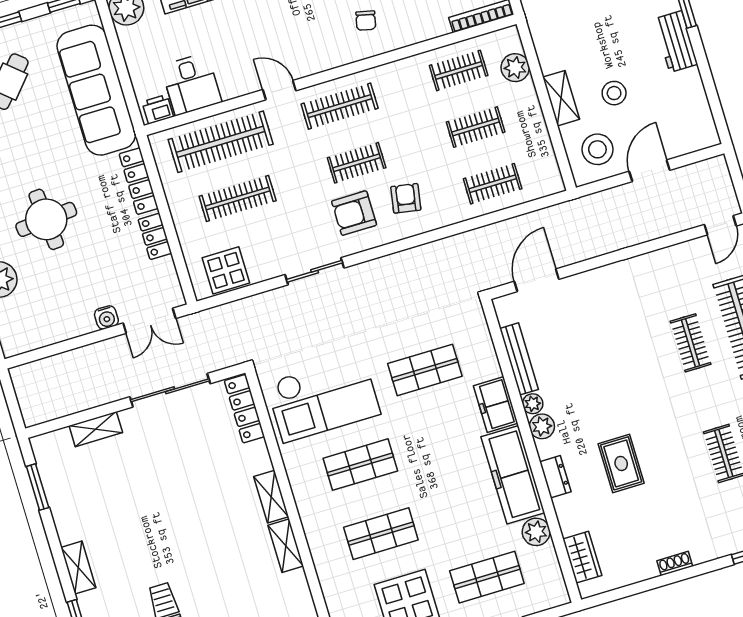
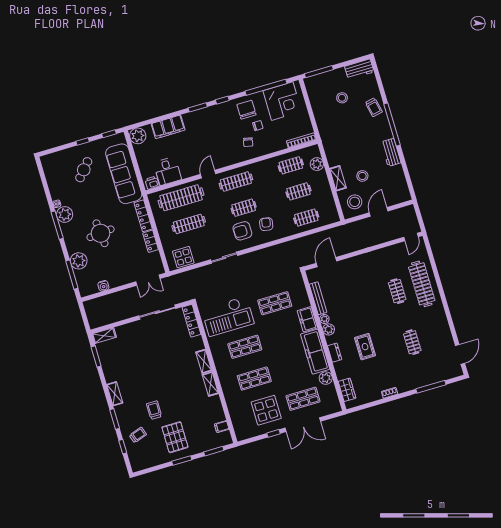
door: (279, 90) -> (208, 174), hinge flipped
water cooler: (106, 317) -> (103, 286), moved
shelving: (96, 429) -> (104, 336), moved

